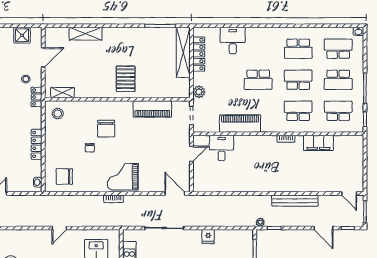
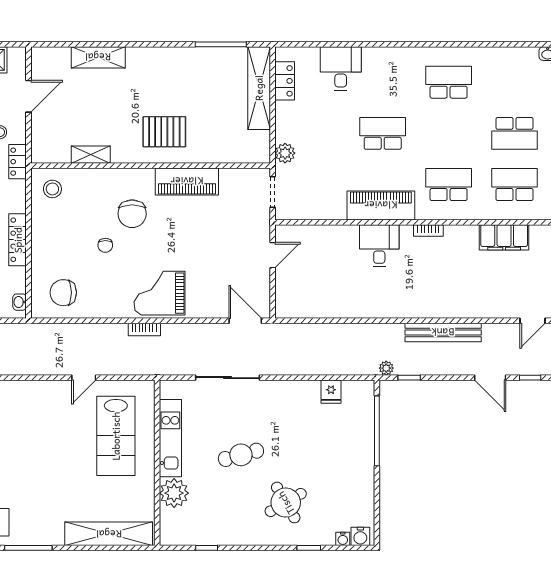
school desk: (298, 49) -> (449, 82), turned 180
school desk: (338, 49) -> (514, 82), removed
locker: (199, 54) -> (285, 81), width x0.66
pallet: (126, 79) -> (164, 132), turned 90
school desk: (258, 80) -> (383, 133), turned 180
school desk: (298, 80) -> (449, 133), removed
shelving: (63, 93) -> (91, 155), moved
piano: (152, 109) -> (187, 181), moved
piano: (240, 124) -> (381, 205), moved
filing cabinet: (318, 143) -> (504, 237), moved
desk: (222, 148) -> (379, 246), moved
door: (349, 194) -> (532, 321), hinge flipped
door: (59, 228) -> (84, 378), moved
fridge: (208, 237) -> (331, 392), moved

